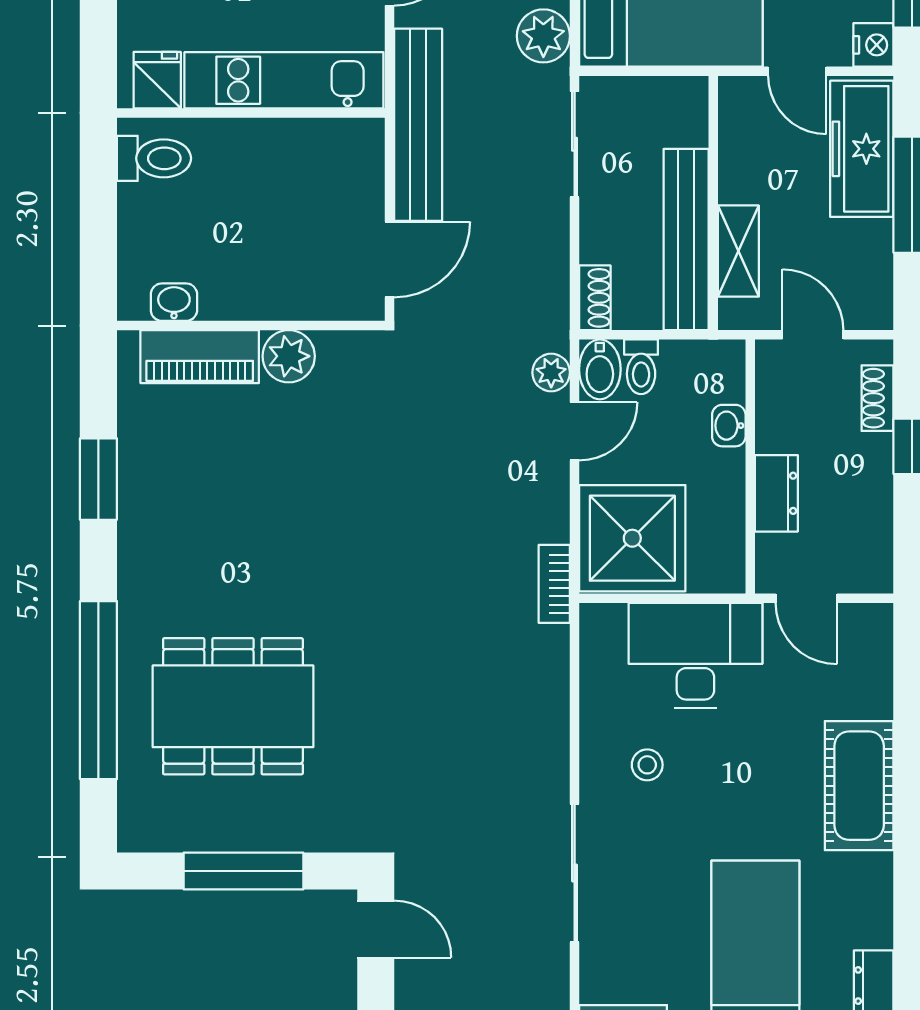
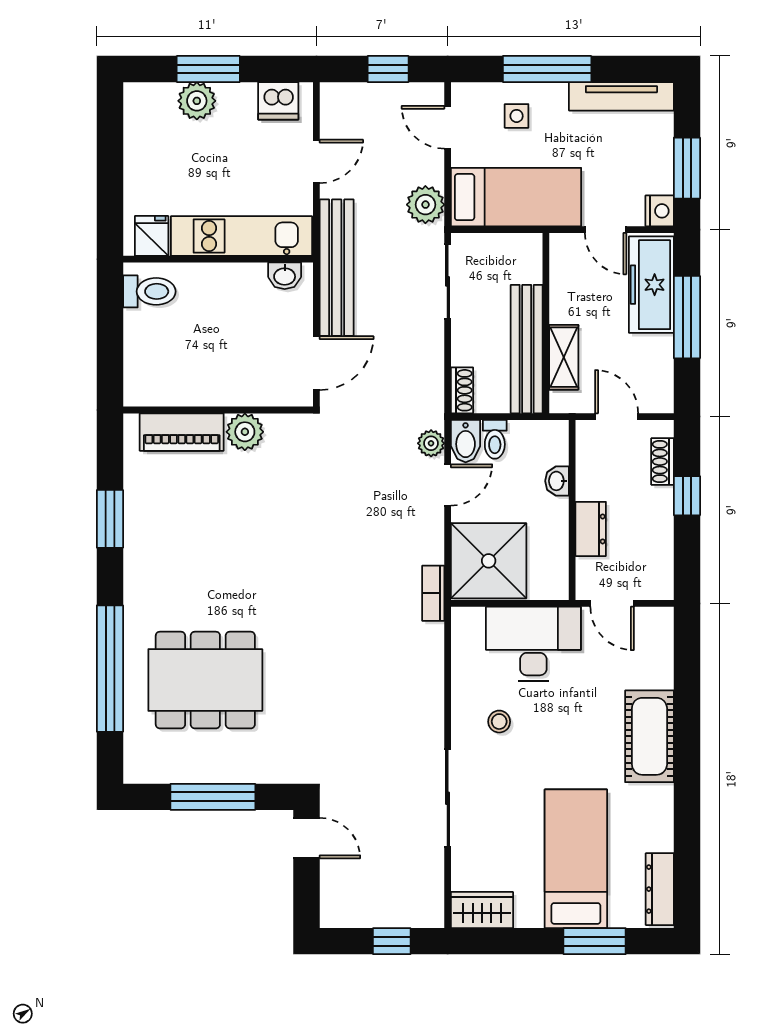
washbasin: (174, 302) -> (285, 276), moved, turned 180

